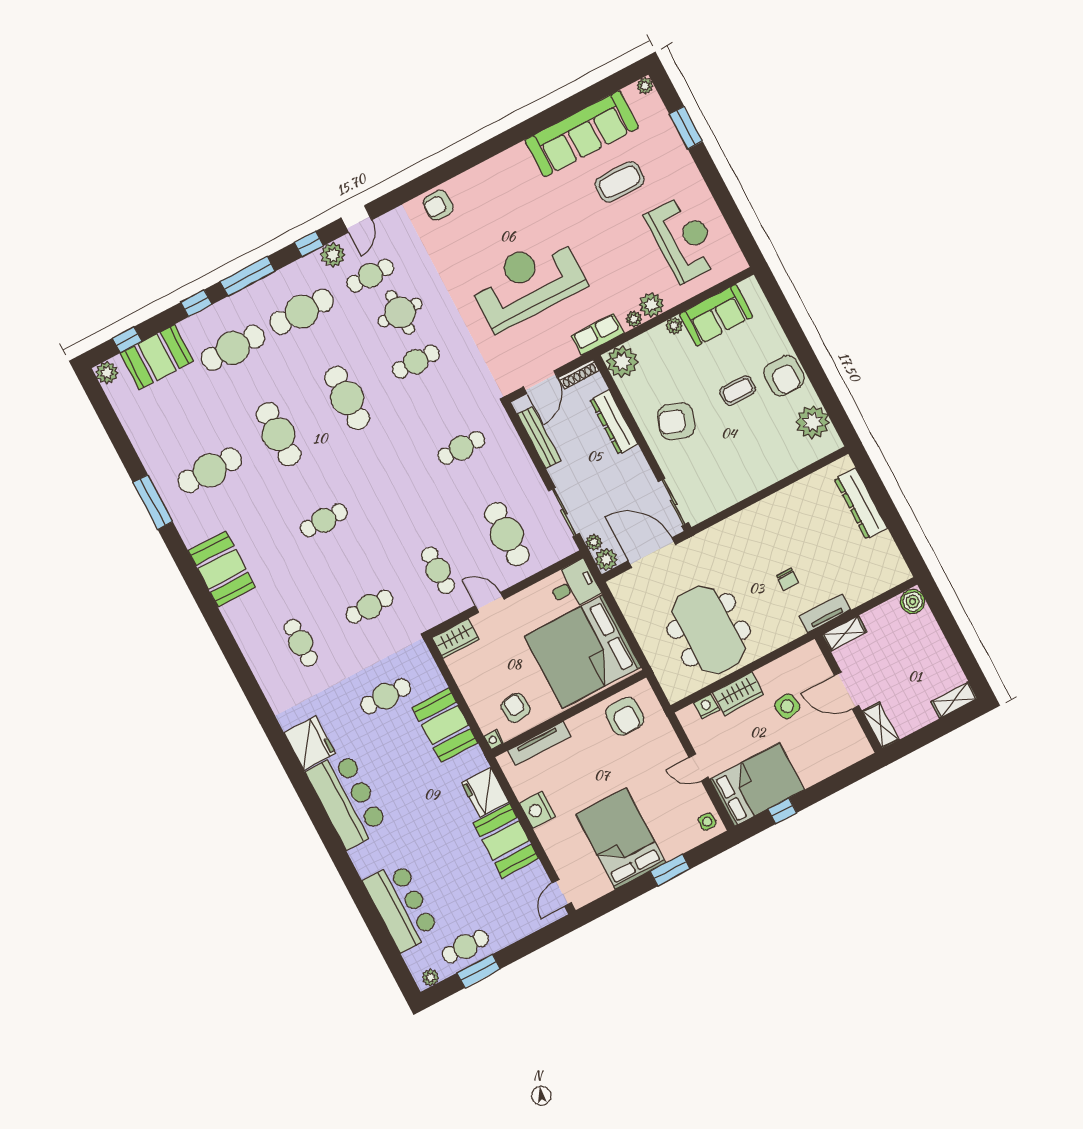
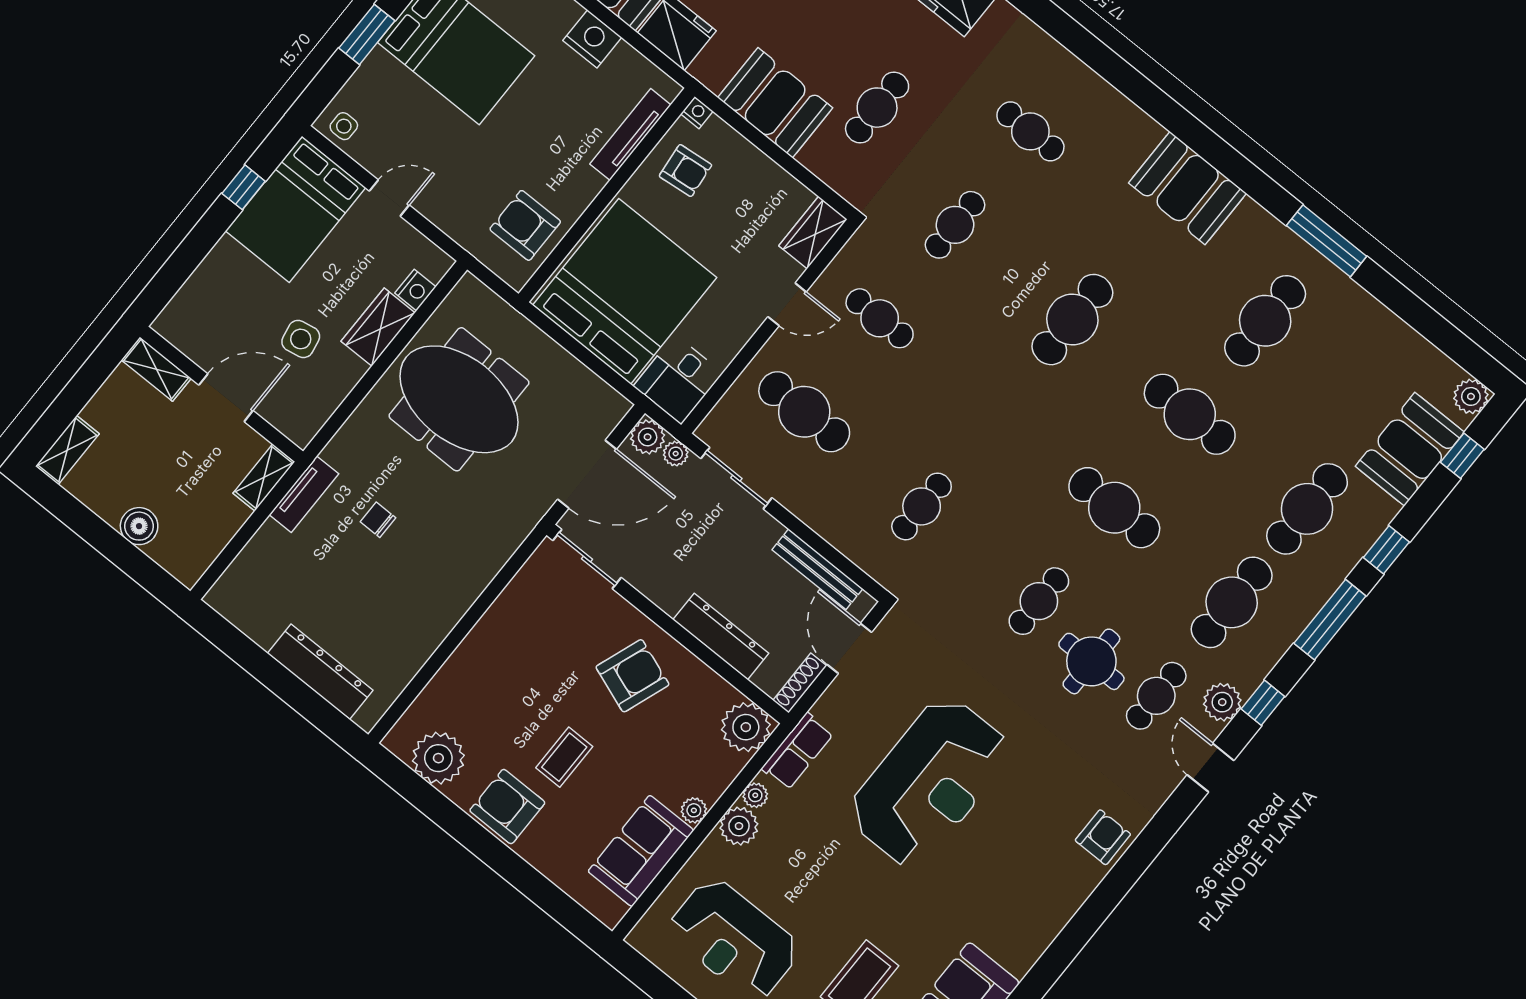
cafe table: (324, 520) -> (1072, 320), width x1.37, depth x1.35
boiler: (913, 601) -> (139, 526), moved

